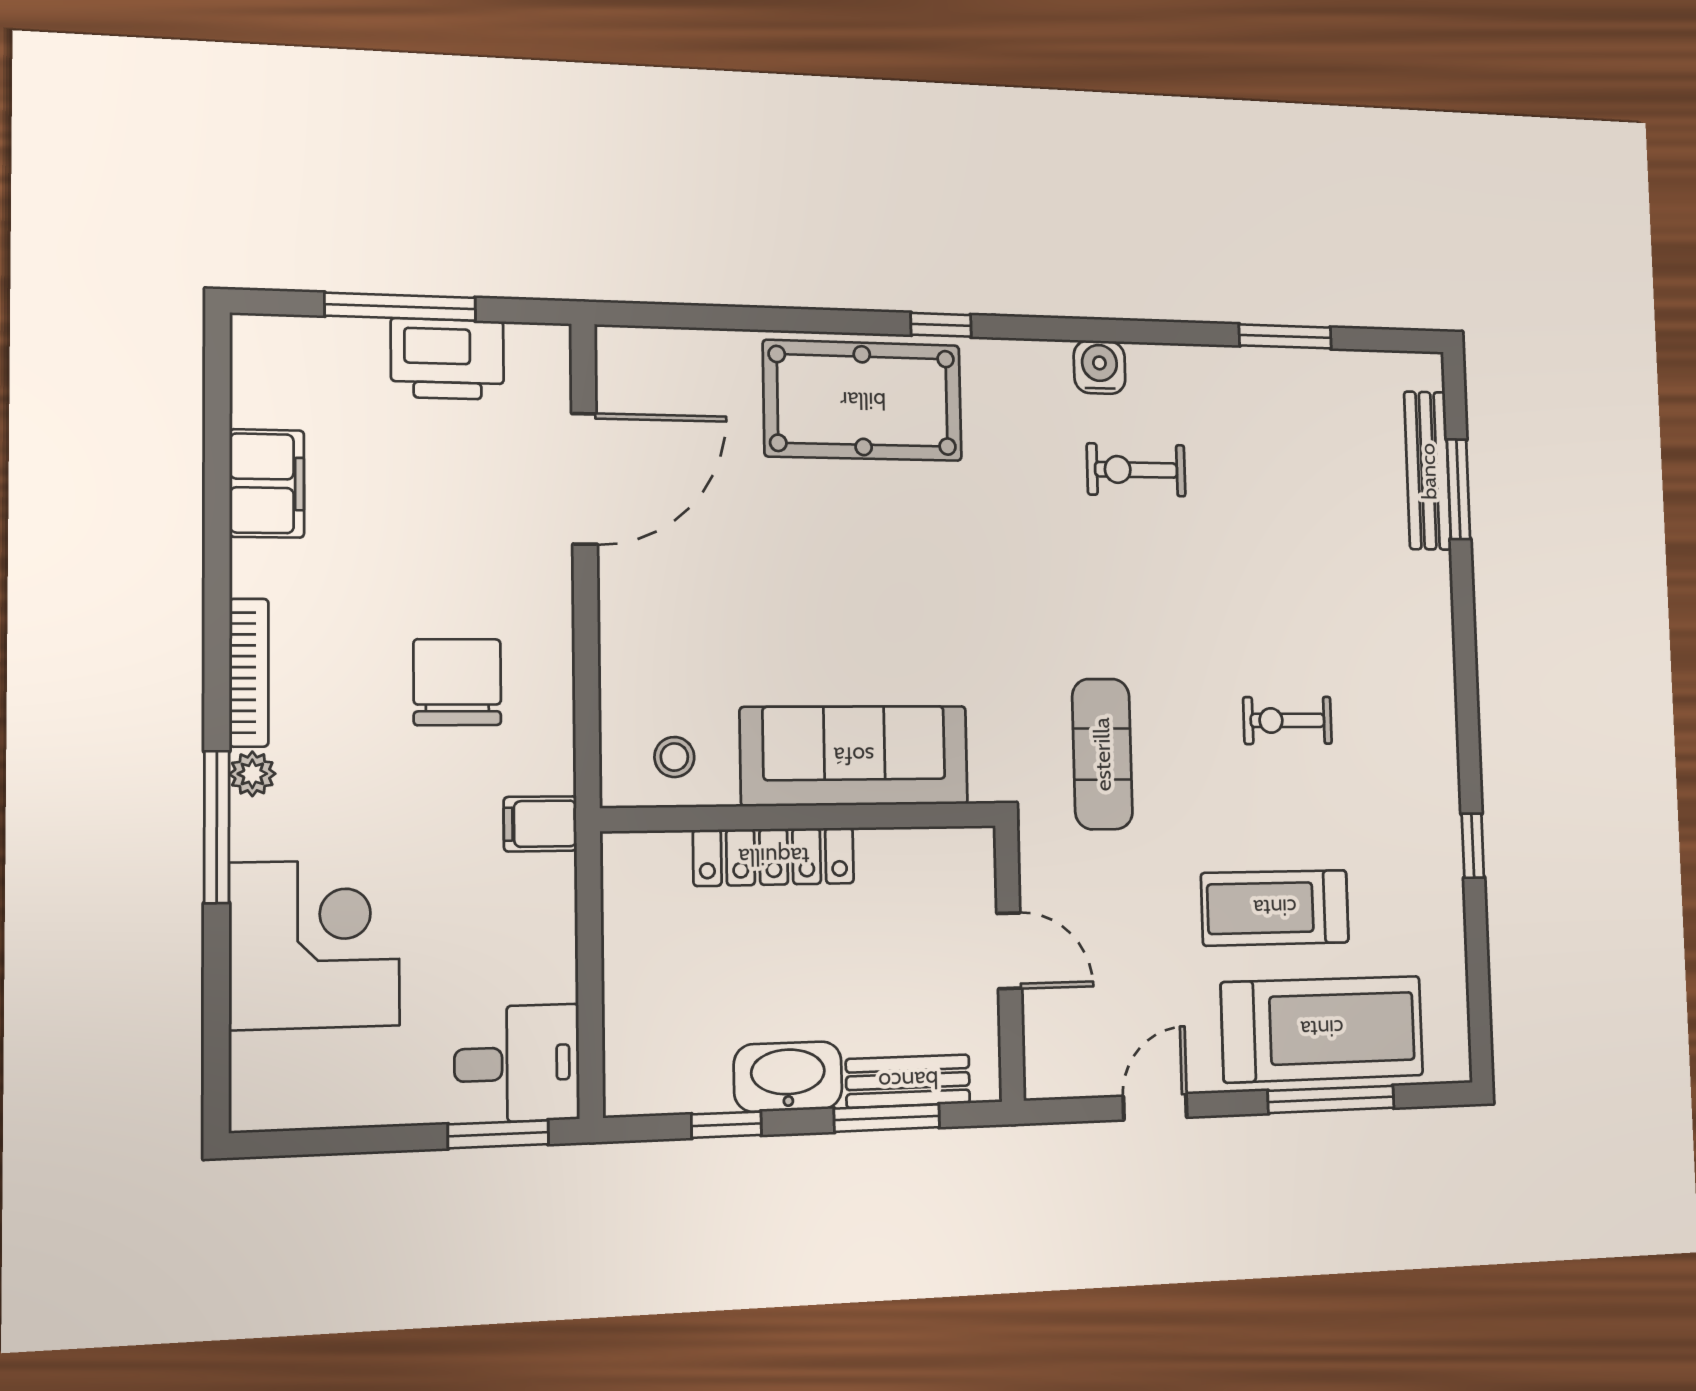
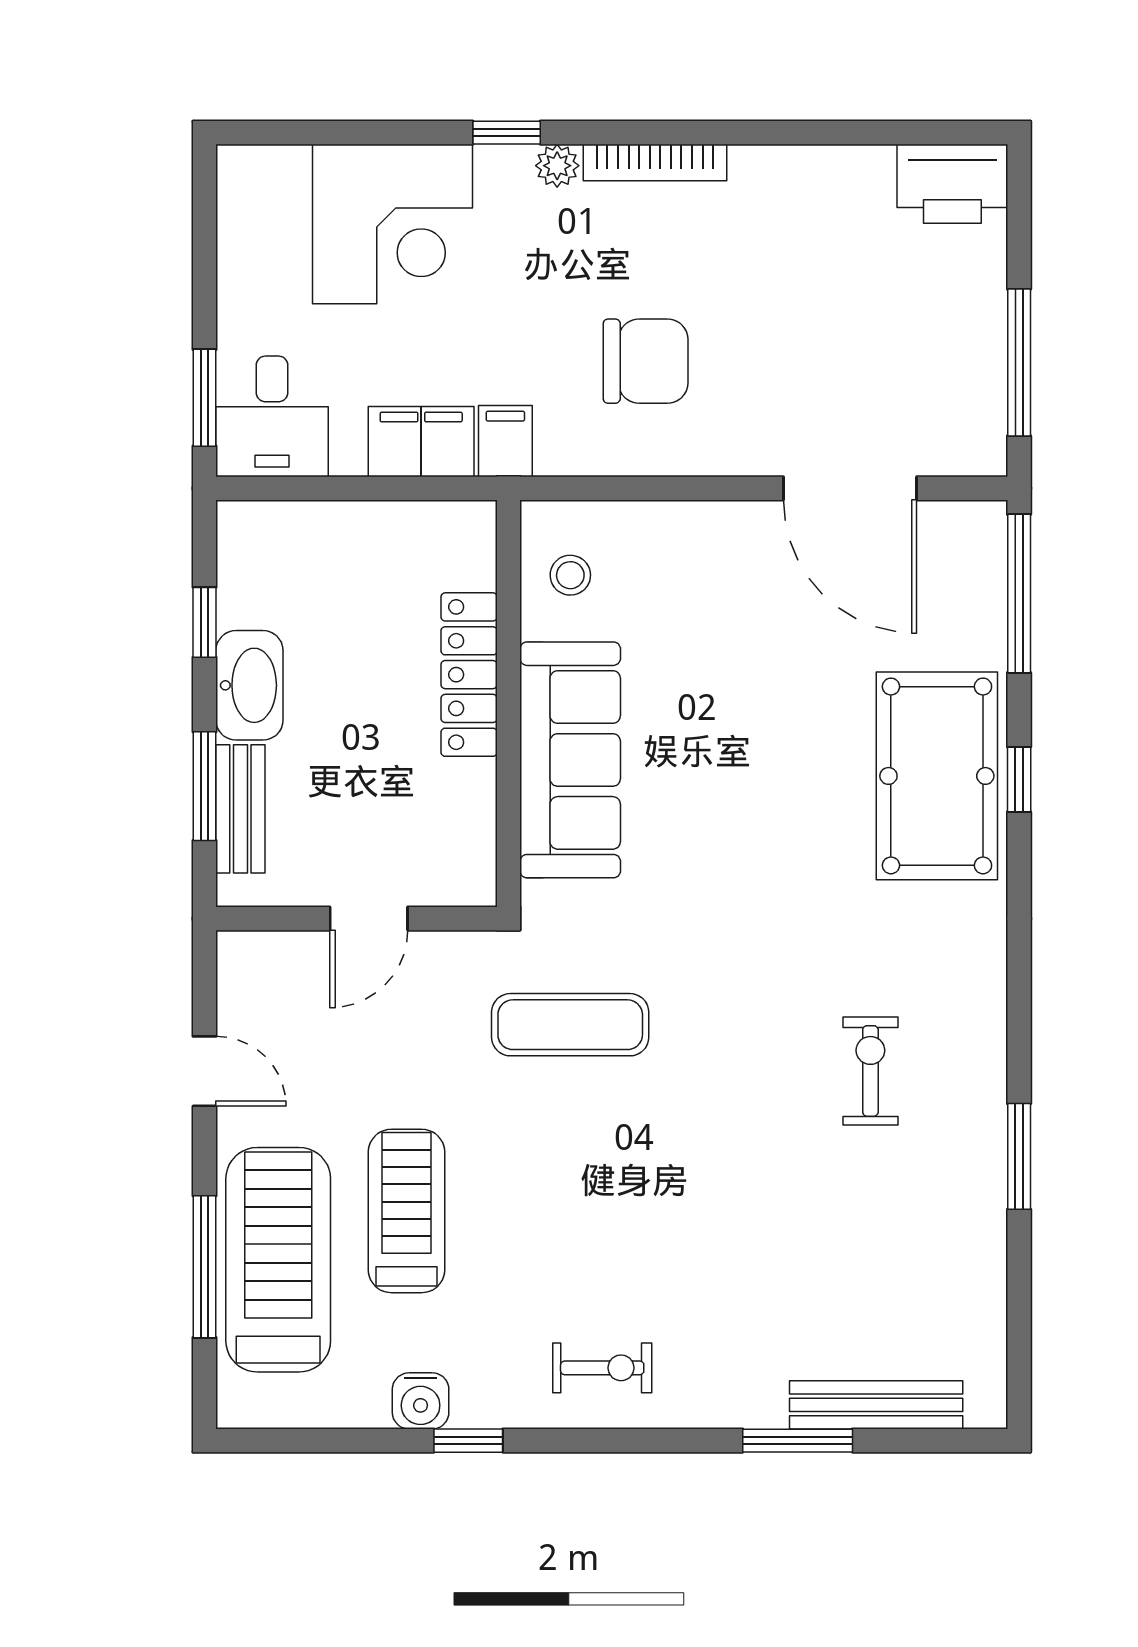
window: (400, 307) -> (1019, 362), moved
window: (686, 316) -> (1019, 593), added
window: (941, 325) -> (1019, 779), moved
window: (1285, 336) -> (1019, 1156), moved
printer: (447, 359) -> (952, 184), moved, turned -90
water cooler: (1100, 367) -> (421, 1401), moved, turned 90
filing cabinet: (267, 483) -> (421, 442), moved, turned 180
window: (1458, 489) -> (798, 1441), moved
exercise bike: (1288, 720) -> (602, 1368), moved, turned 90
window: (217, 827) -> (507, 133), width x0.46
treadmill: (1322, 1029) -> (278, 1260), turned 180

